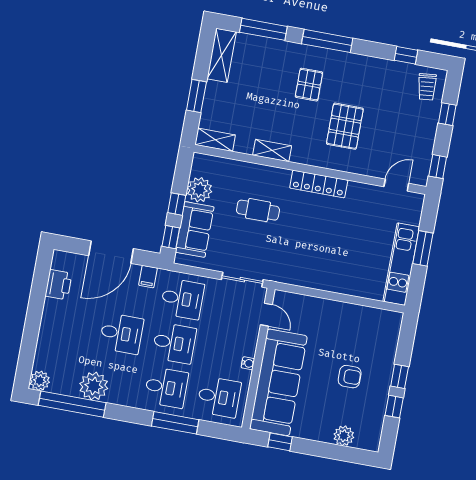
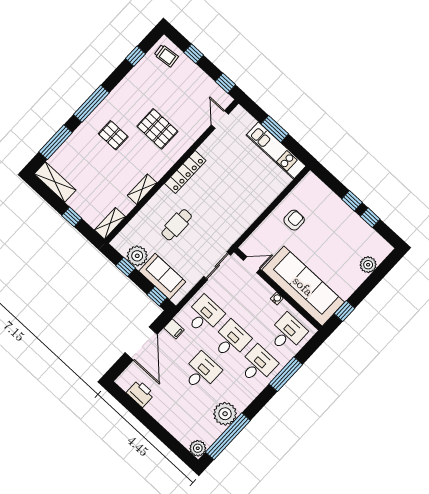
window: (196, 96) -> (72, 217), width x0.67
window: (177, 204) -> (126, 267), moved
armchair: (350, 377) -> (294, 220), moved

